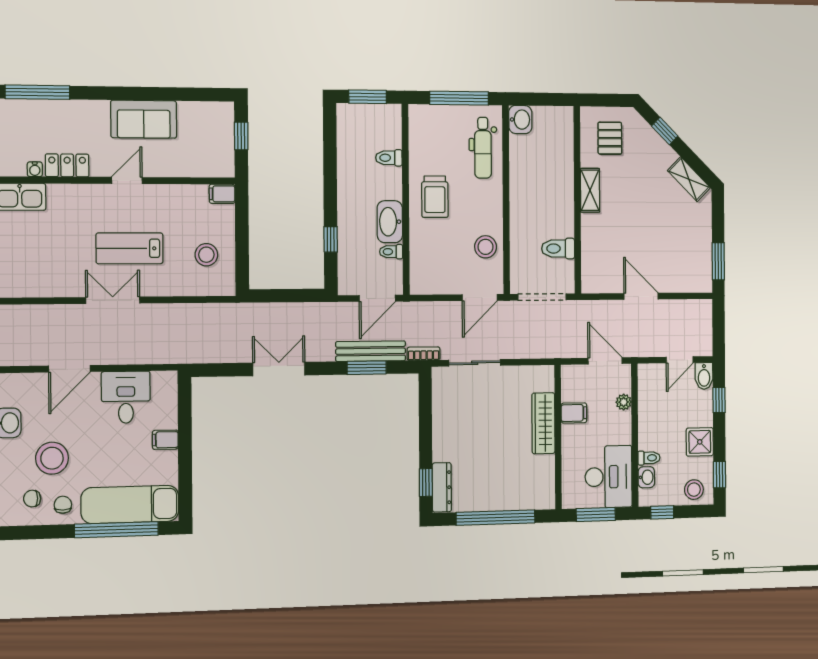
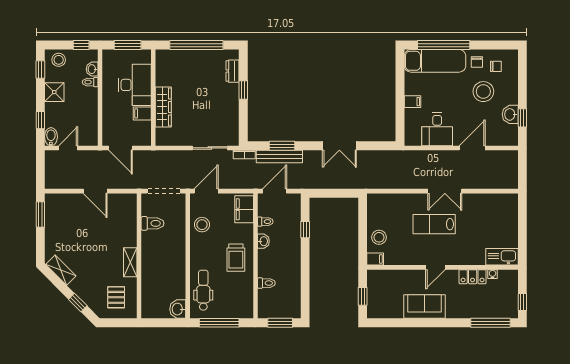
trolley: (435, 197) -> (236, 258), turned 180
washbasin: (390, 222) -> (263, 241), width x0.52, depth x0.69
lab bench: (130, 248) -> (434, 224), turned 180
stool: (206, 255) -> (379, 237), moved
filing cabinet: (423, 270) -> (244, 209), added
plant: (624, 402) -> (108, 120), removed
desk: (609, 477) -> (135, 85), moved, turned 180
window: (426, 482) -> (243, 90), moved
dresser: (442, 487) -> (233, 71), width x0.70

